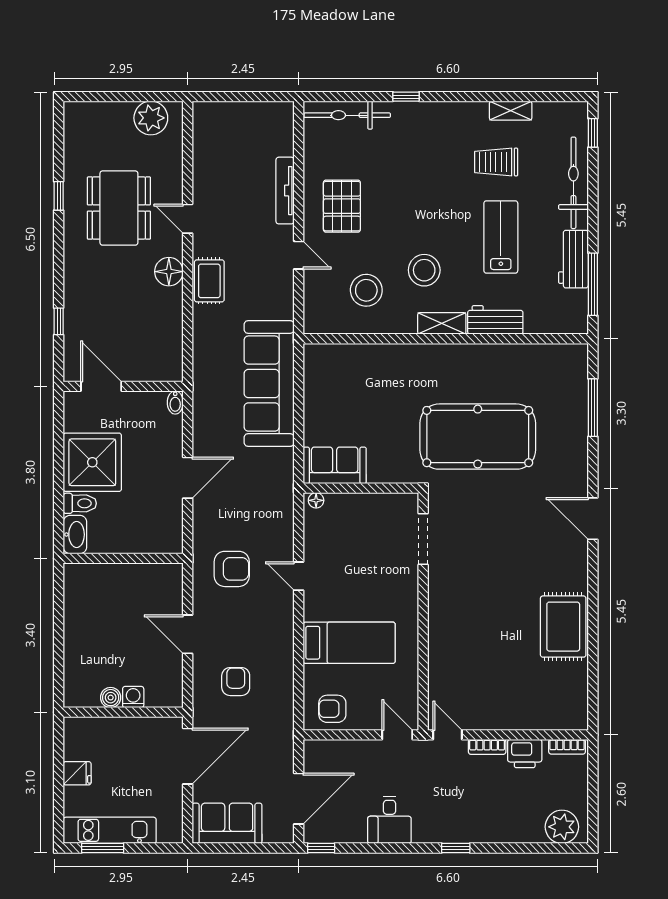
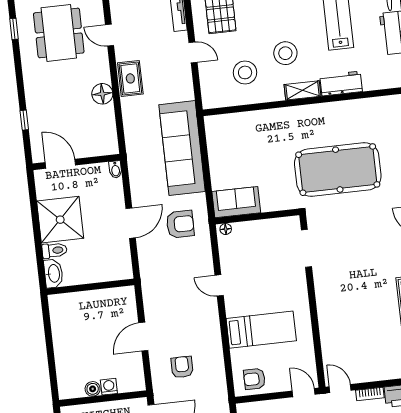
floor lamp: (169, 272) -> (102, 94), moved
armchair: (232, 569) -> (180, 224), moved
door: (188, 634) -> (143, 337), hinge flipped

